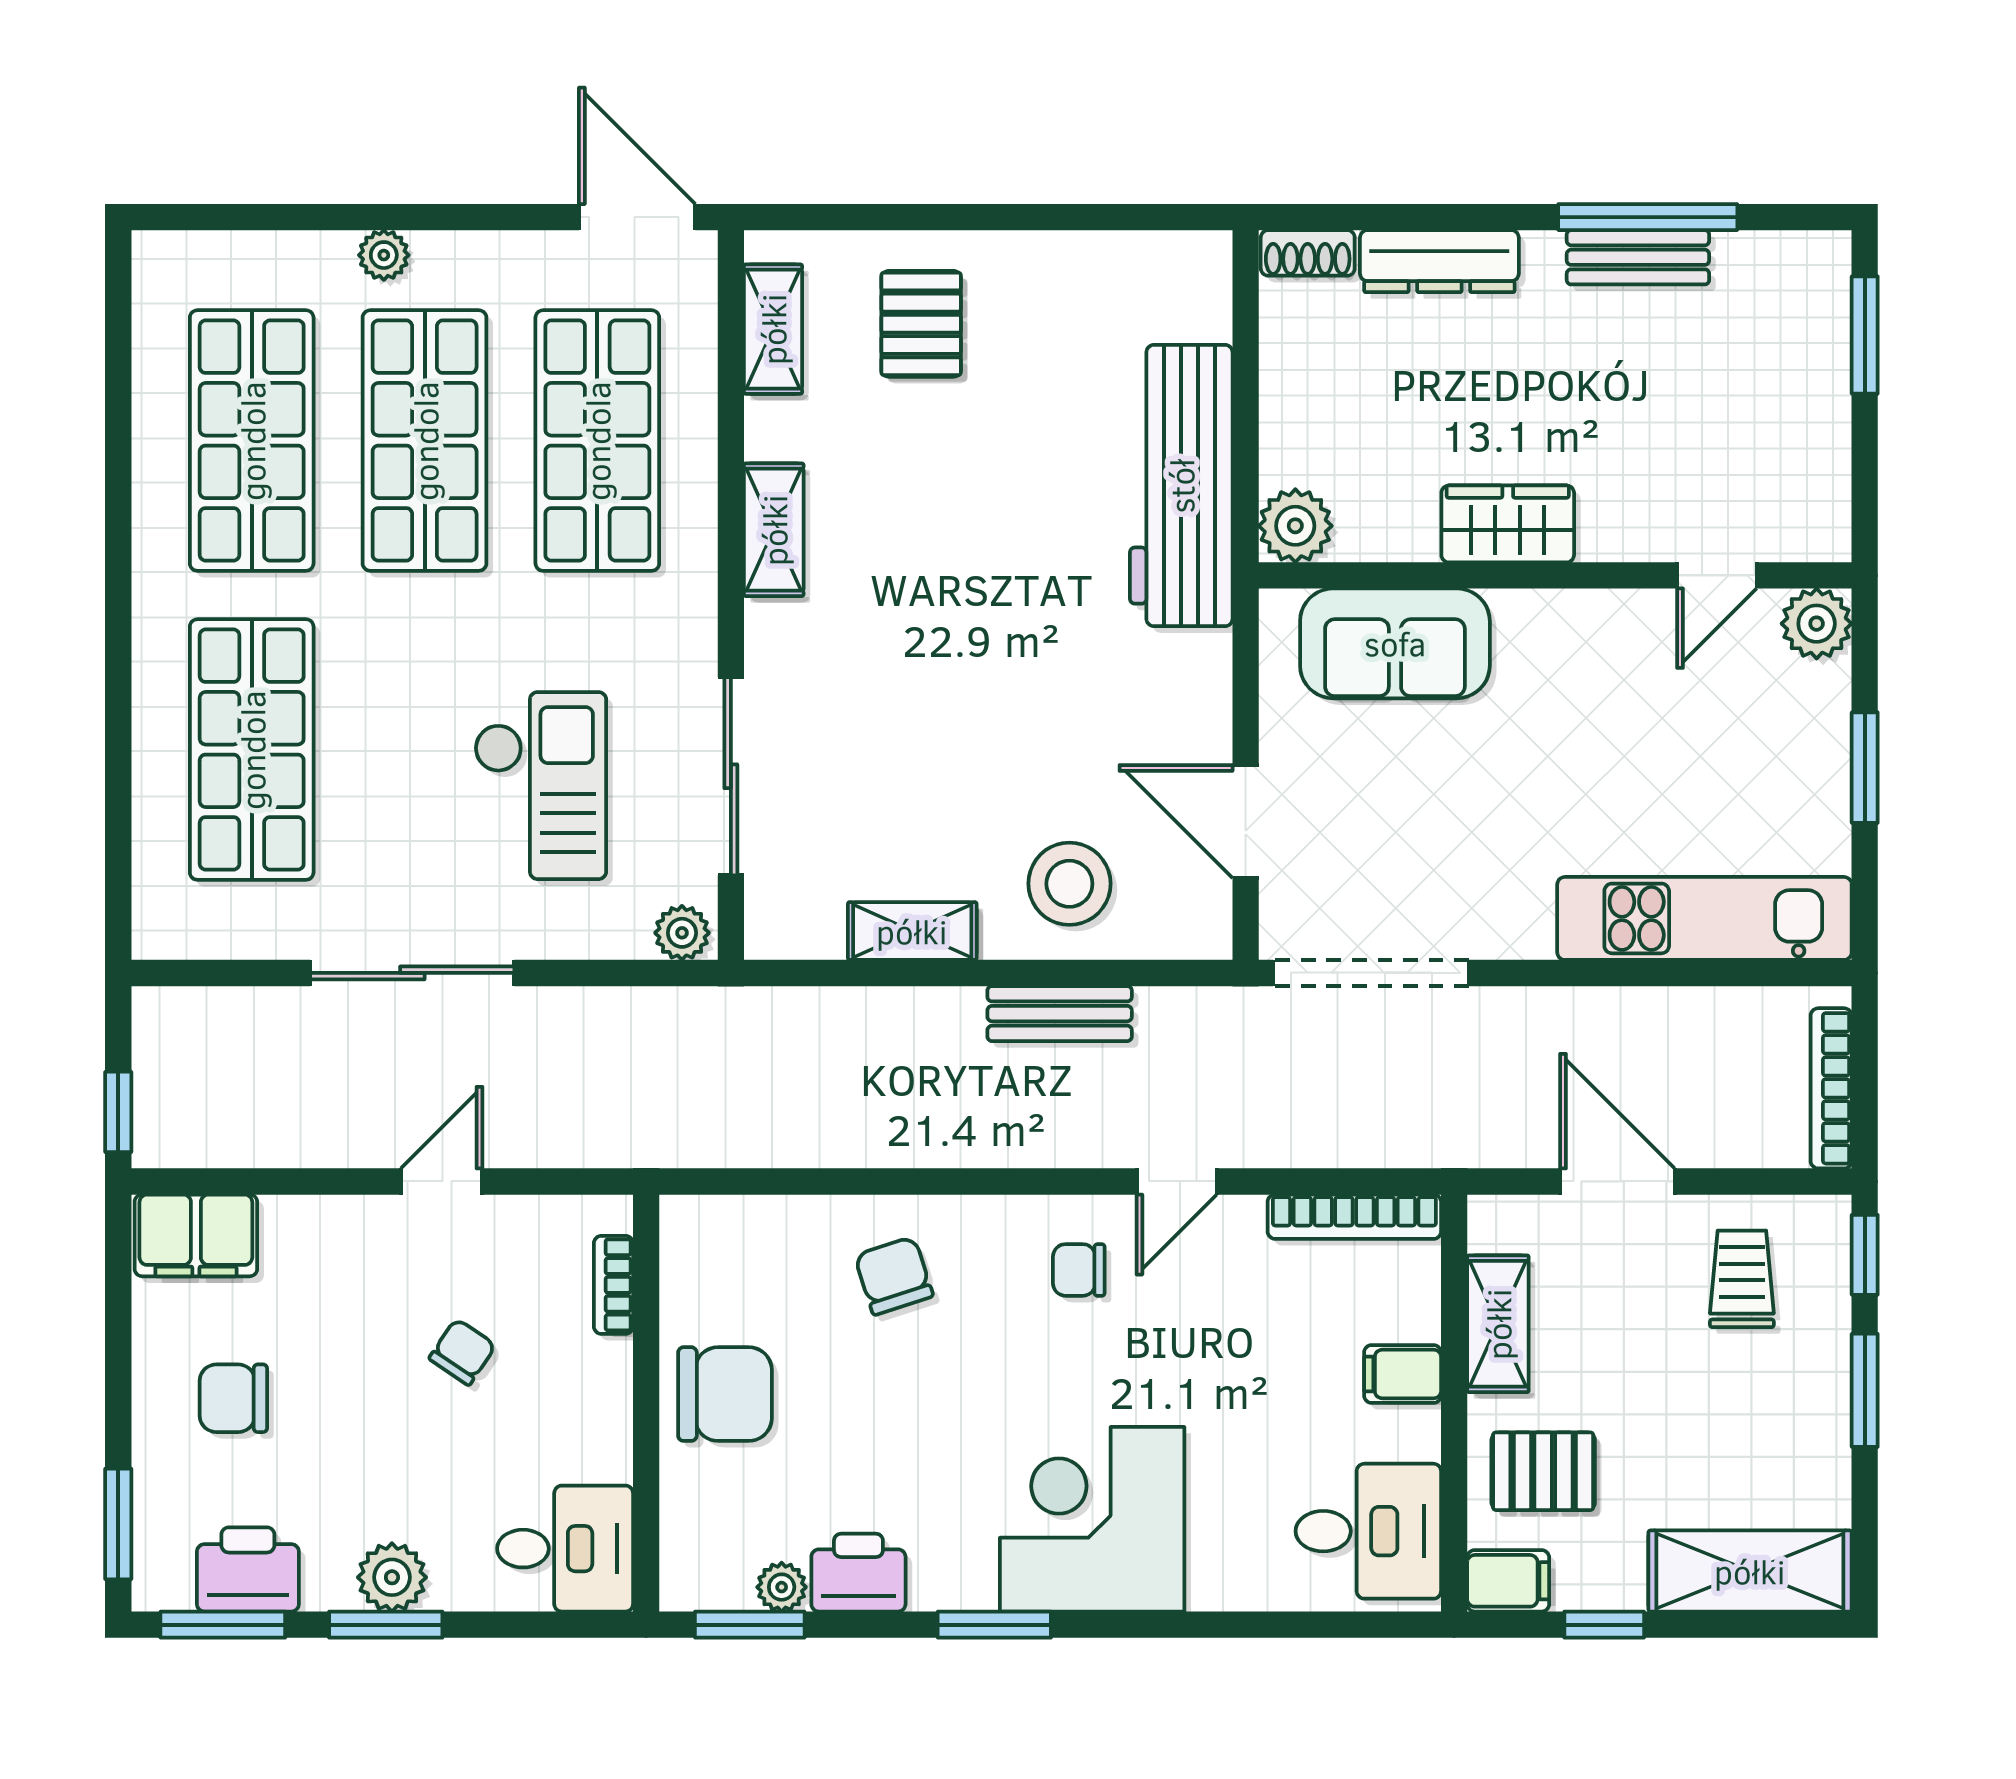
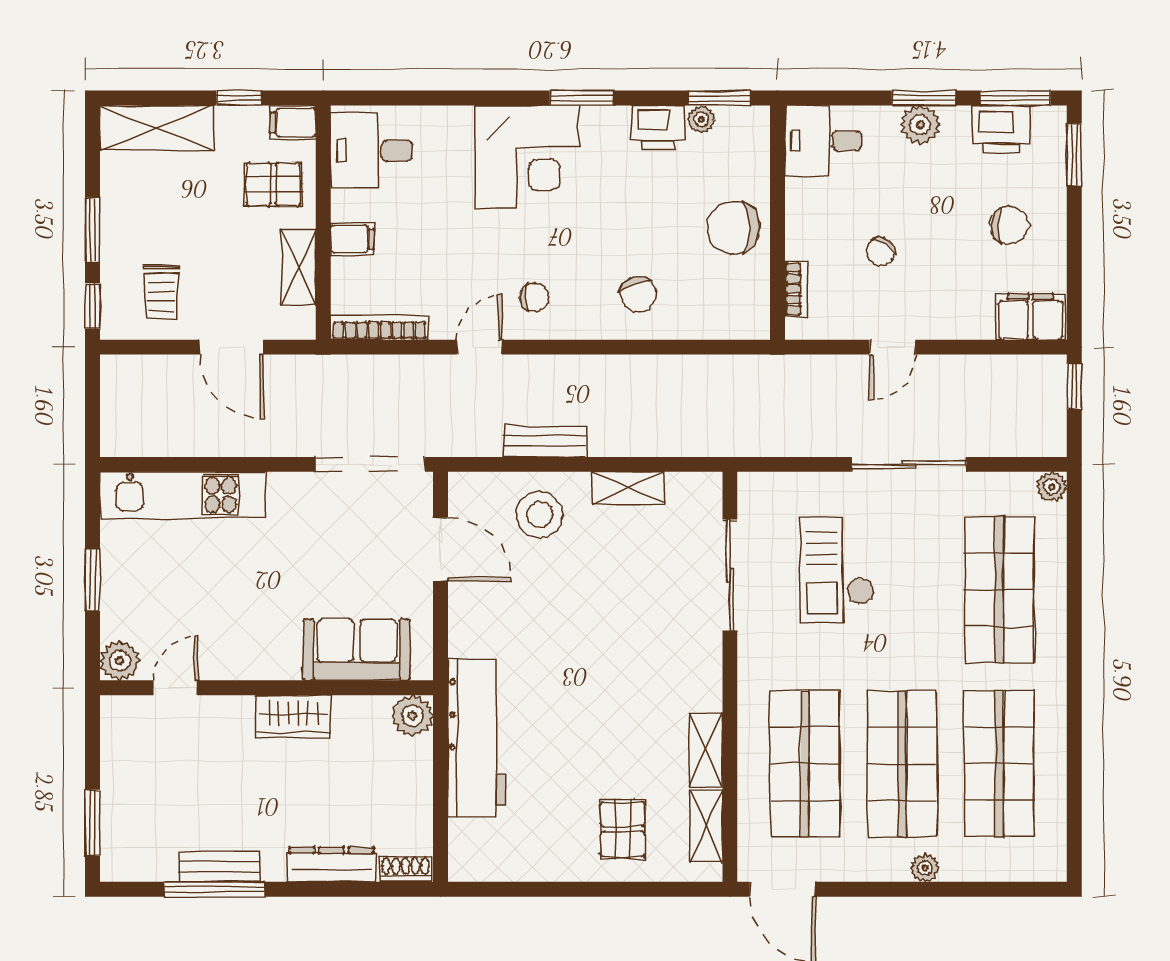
shelving: (774, 530) -> (706, 750), moved
plant: (682, 933) -> (1052, 487), moved
bookcase: (1831, 1088) -> (111, 400), removed

